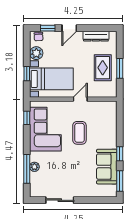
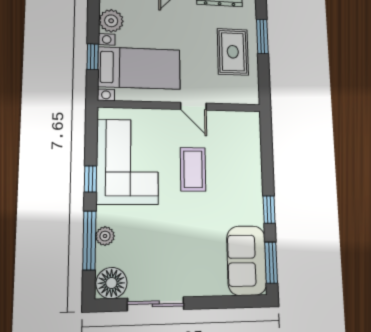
window: (120, 68) -> (262, 36), moved
door: (80, 99) -> (193, 106), swing flipped
window: (27, 118) -> (90, 179), moved
sofa: (107, 167) -> (247, 260), moved
floor lamp: (38, 190) -> (111, 283), added

